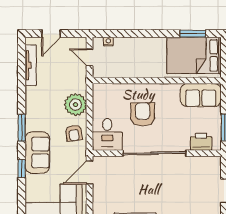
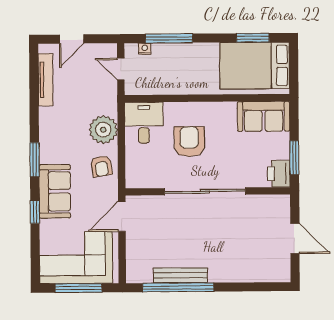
window: (127, 34) -> (169, 38), added
desk: (107, 134) -> (144, 123), moved, turned 180
printer: (201, 142) -> (279, 174), moved, turned -90

